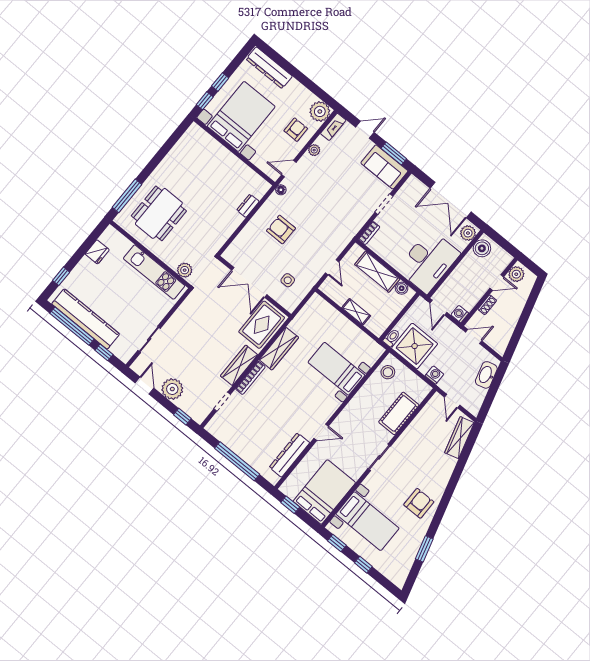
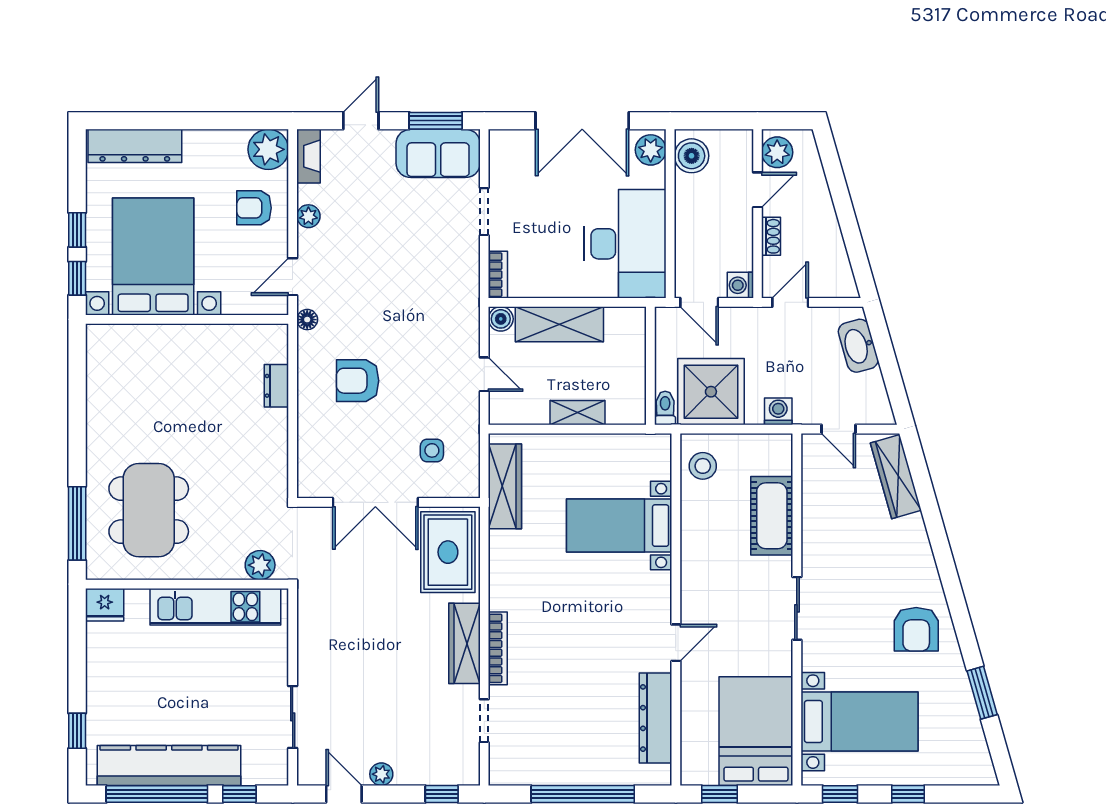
armchair: (296, 130) -> (254, 208), turned -90
fridge: (97, 252) -> (105, 605), moved, turned 90
boiler: (402, 288) -> (501, 319), moved
wardrobe: (279, 349) -> (505, 486), moved
plant: (172, 389) -> (381, 774), width x0.53, depth x0.53
armchair: (419, 503) -> (916, 629), turned 180

